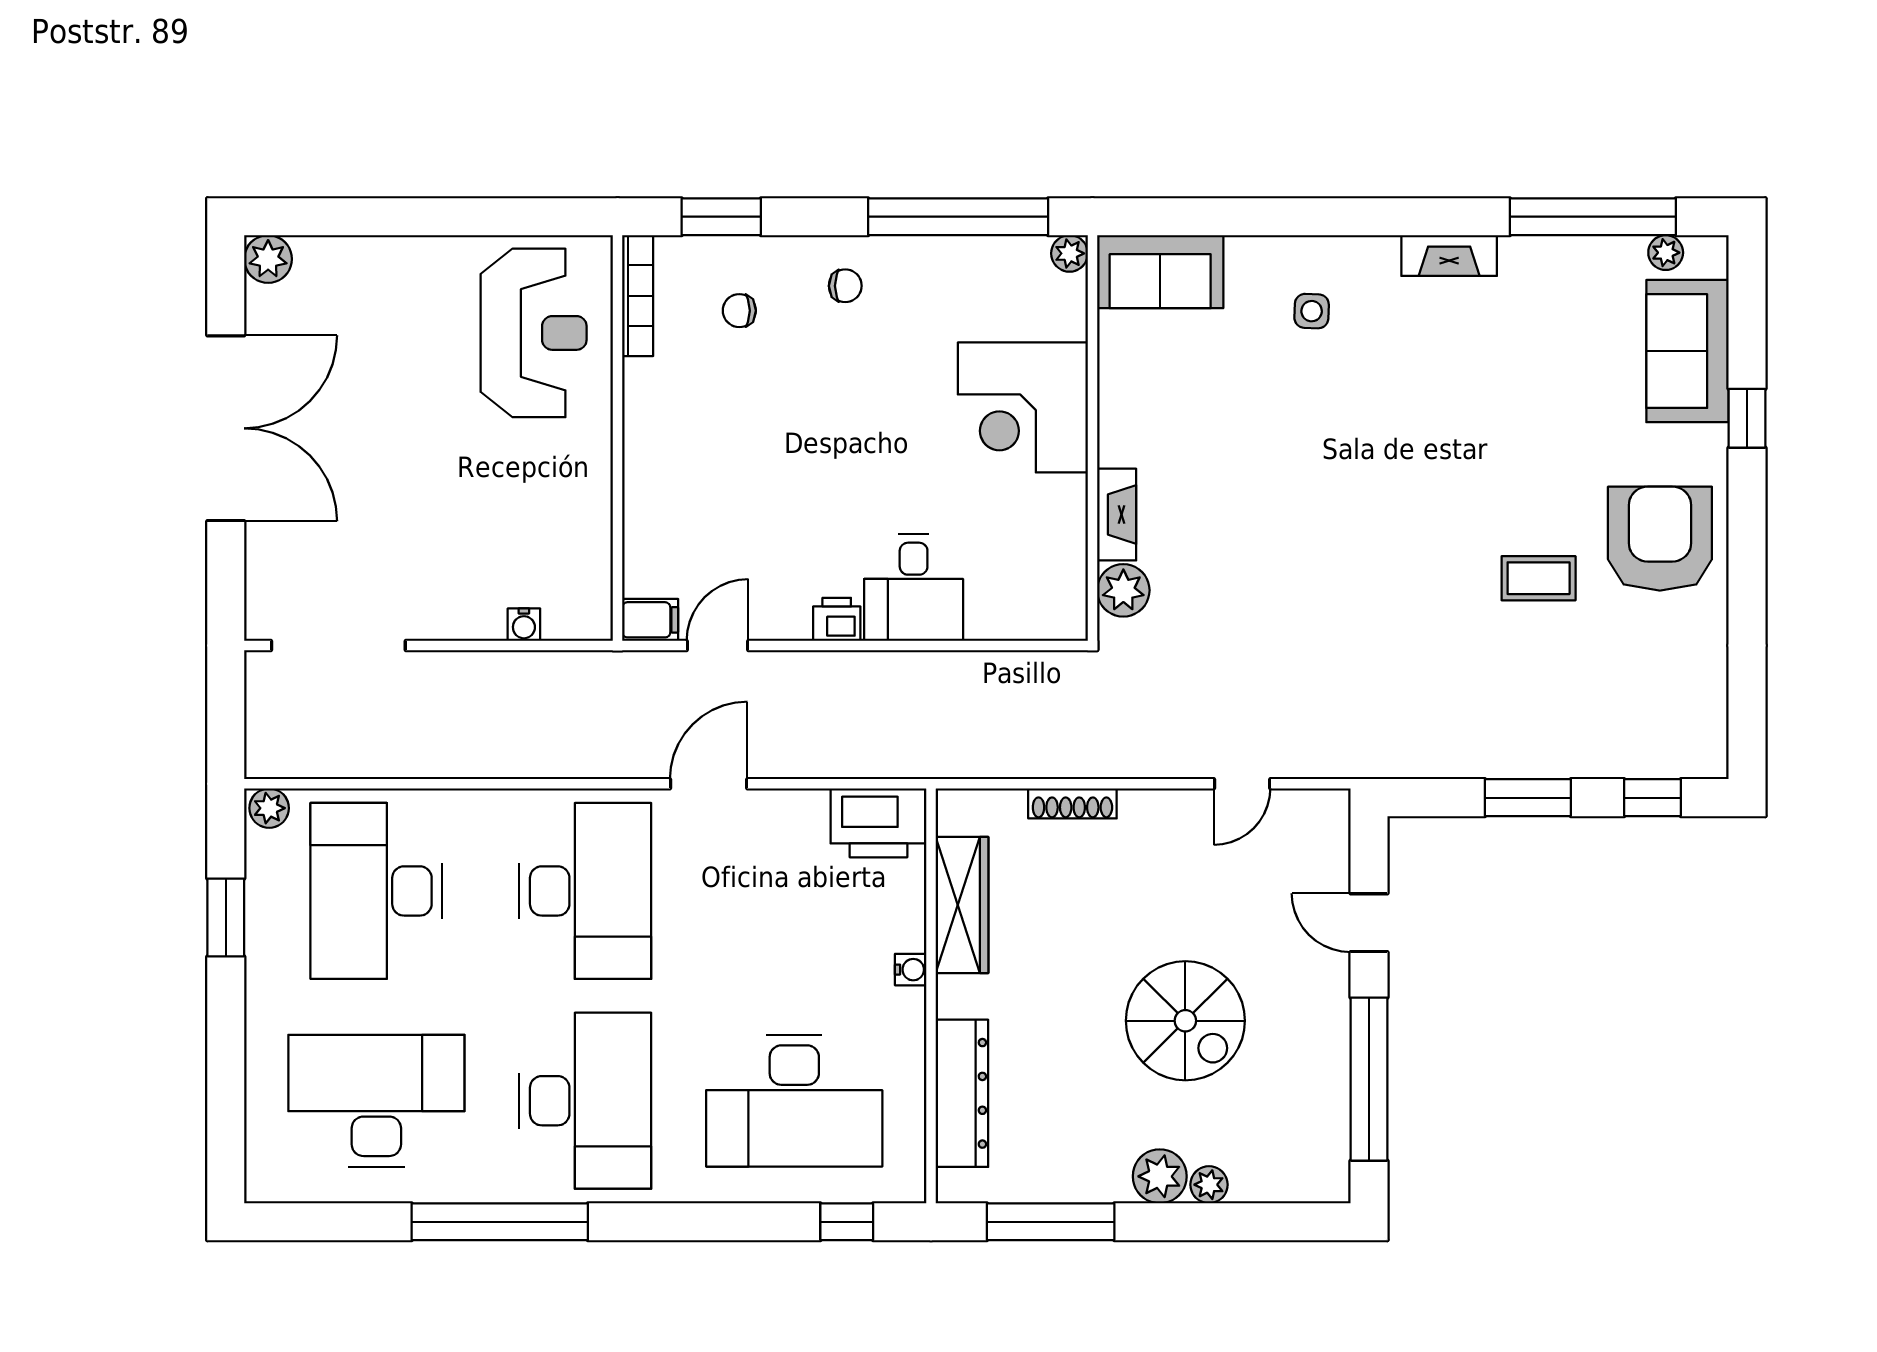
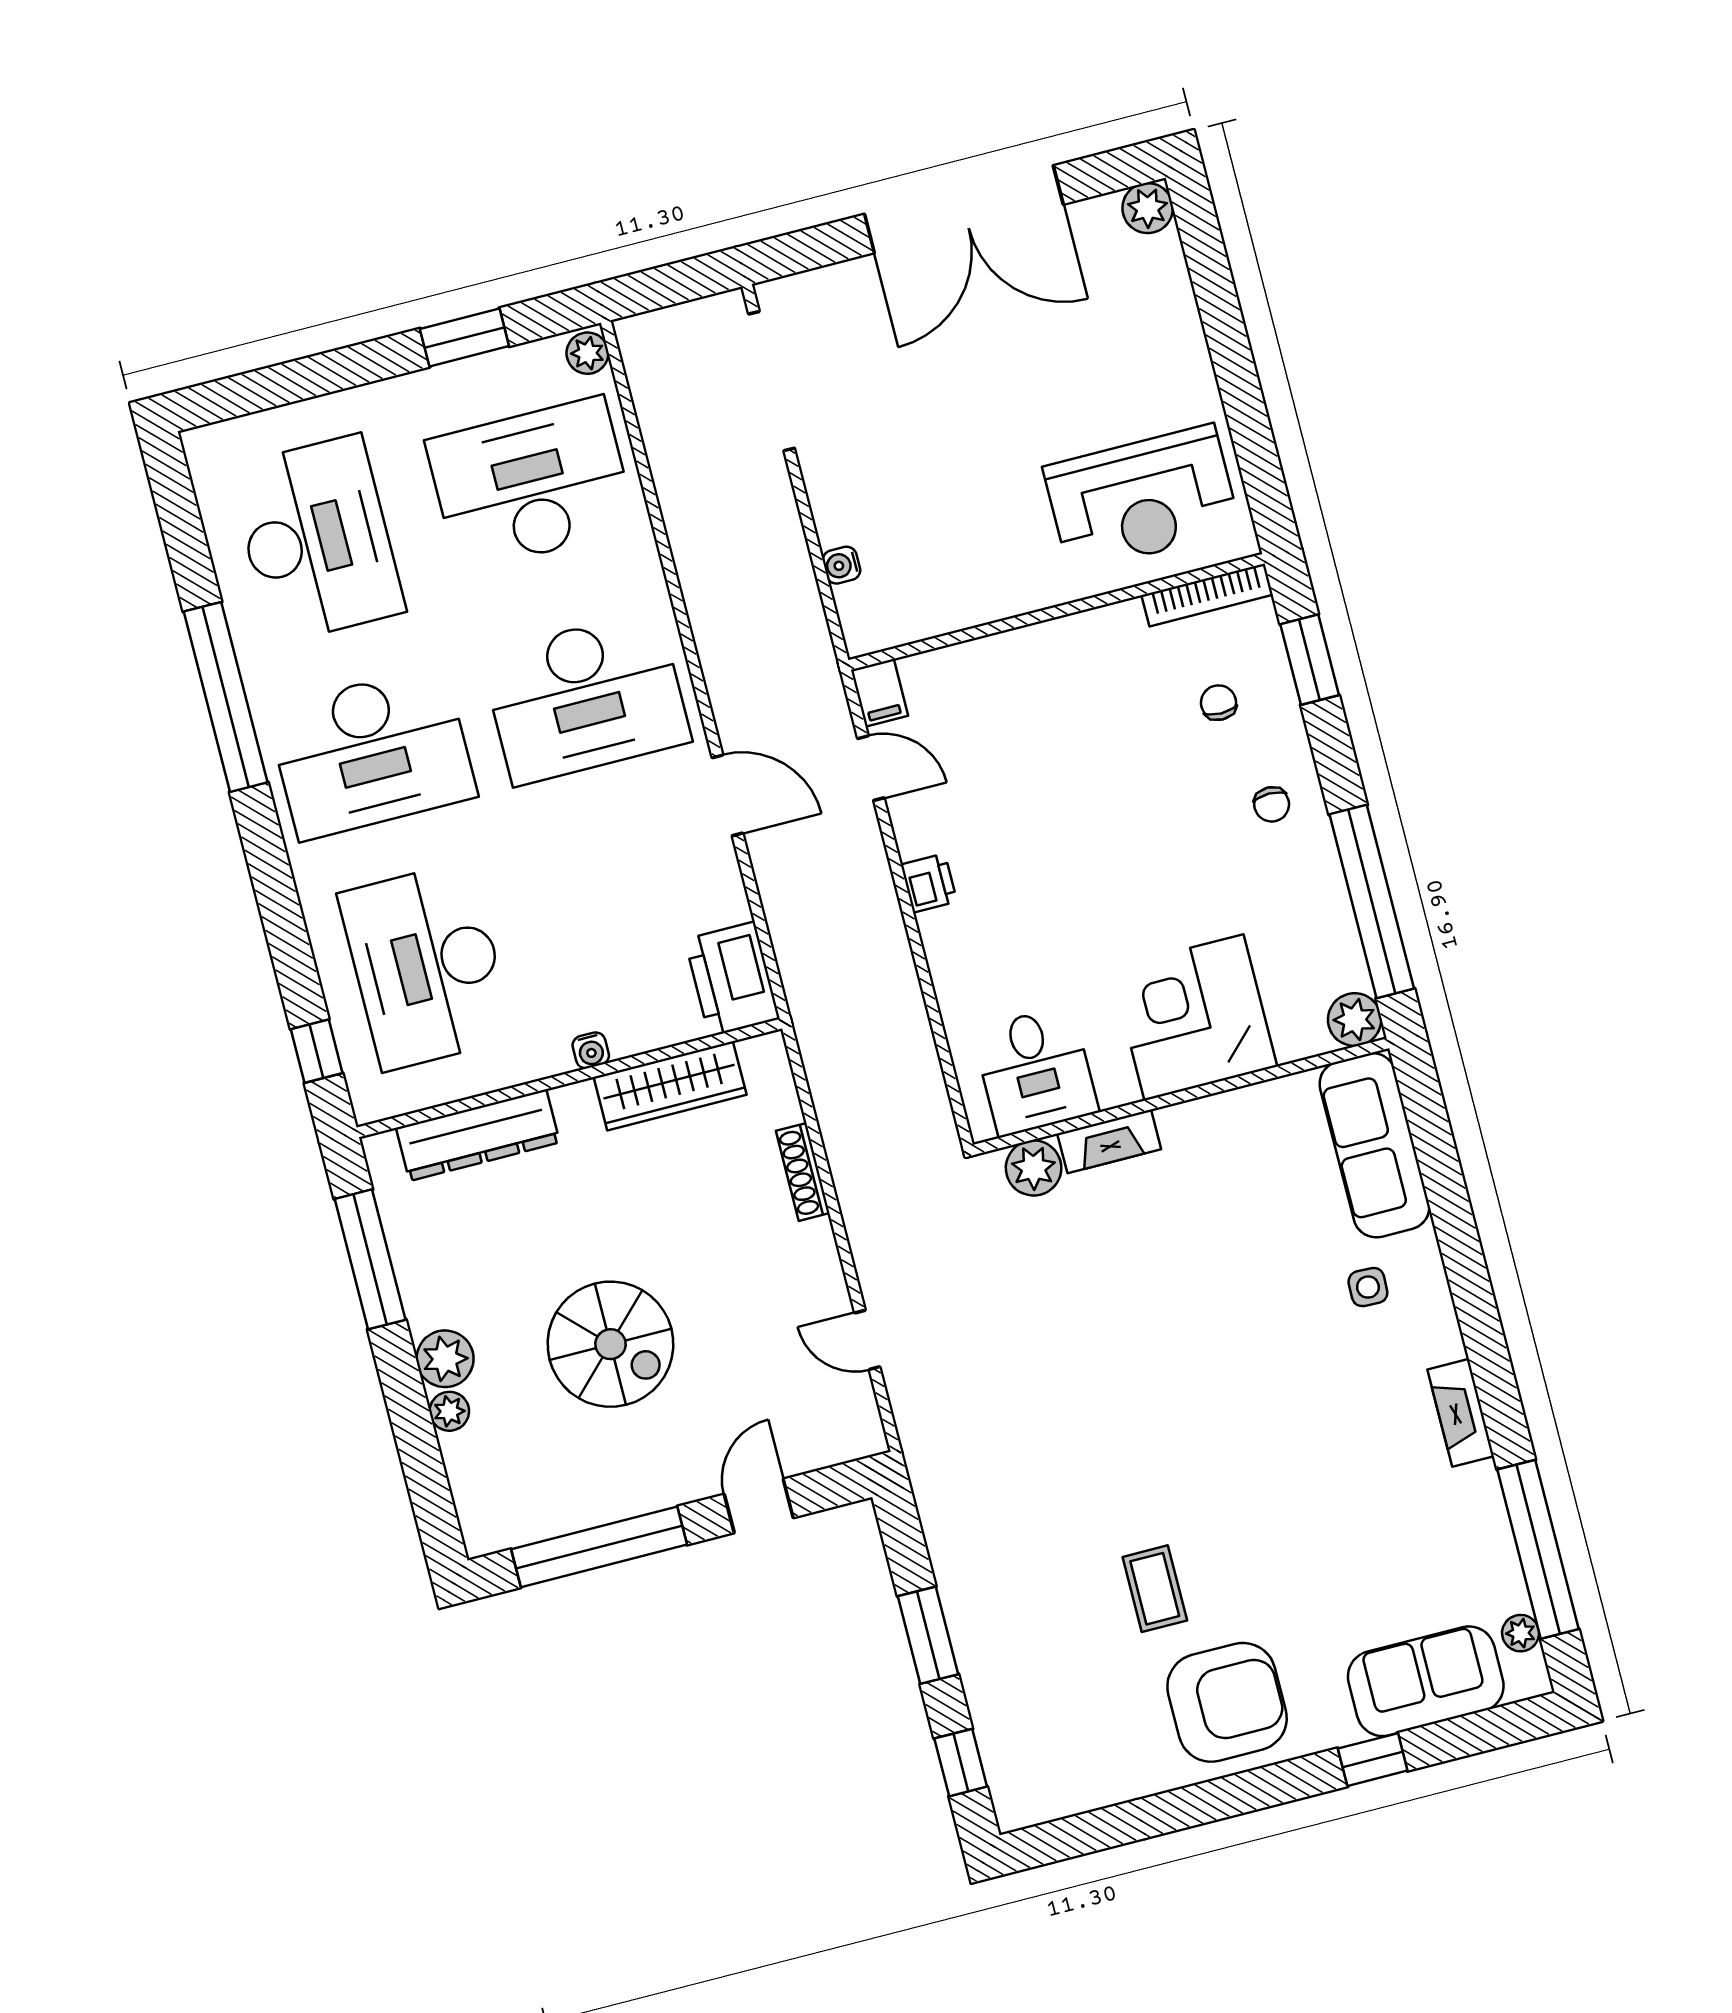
plant: (1070, 253) -> (1355, 1020), width x1.38, depth x1.38
sofa: (1160, 272) -> (1375, 1145), width x1.36
desk: (914, 587) -> (1035, 1071), moved, turned -90
spiral stairs: (1185, 1021) -> (610, 1344), turned -90

